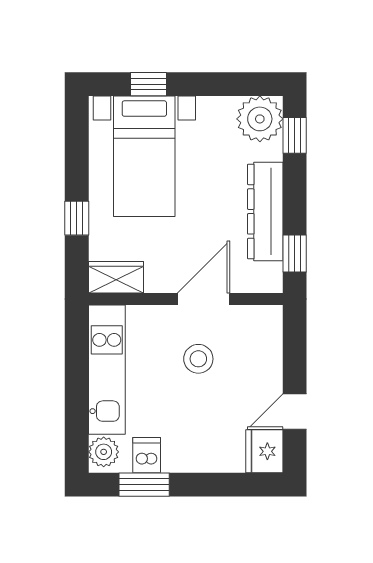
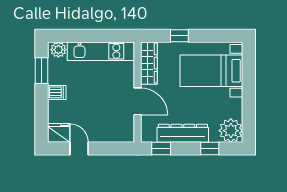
window: (149, 84) -> (249, 73), removed
window: (295, 135) -> (210, 149), moved
wardrobe: (116, 277) -> (149, 63), width x1.50
stool: (198, 359) -> (107, 99), removed
dishwasher: (147, 455) -> (57, 92), moved

